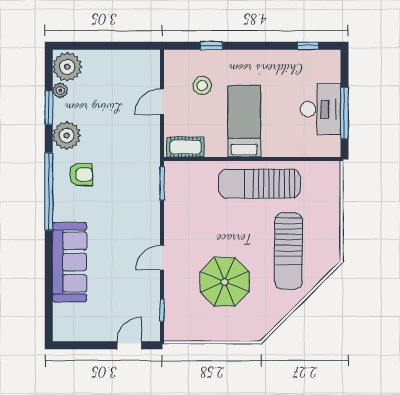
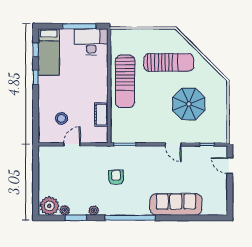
window: (211, 46) -> (36, 77), moved
door: (162, 102) -> (72, 144), swing flipped
desk: (320, 109) -> (91, 42), moved
bed: (244, 121) -> (49, 52), moved, turned -90
plant: (67, 135) -> (94, 210), width x0.53, depth x0.53
cot: (186, 147) -> (101, 115), moved
armchair: (81, 175) -> (116, 177), moved

